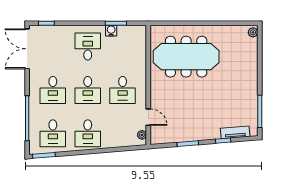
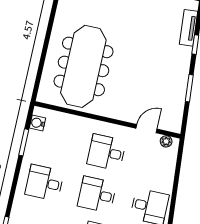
water cooler: (111, 31) -> (38, 123), moved
desk: (88, 90) -> (97, 195), turned 180
desk: (123, 90) -> (106, 152), turned 180

